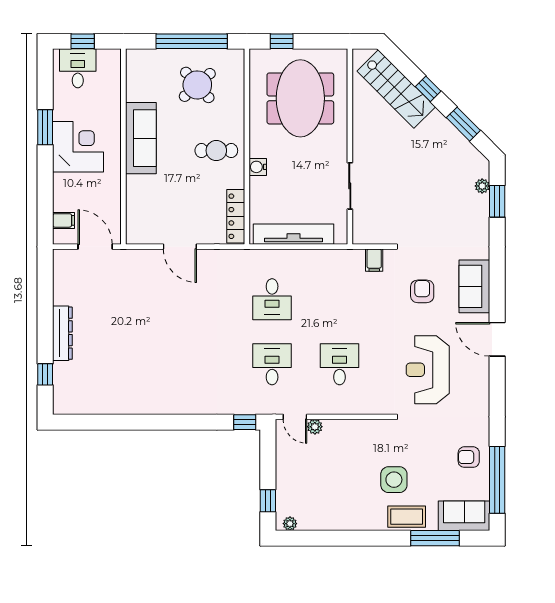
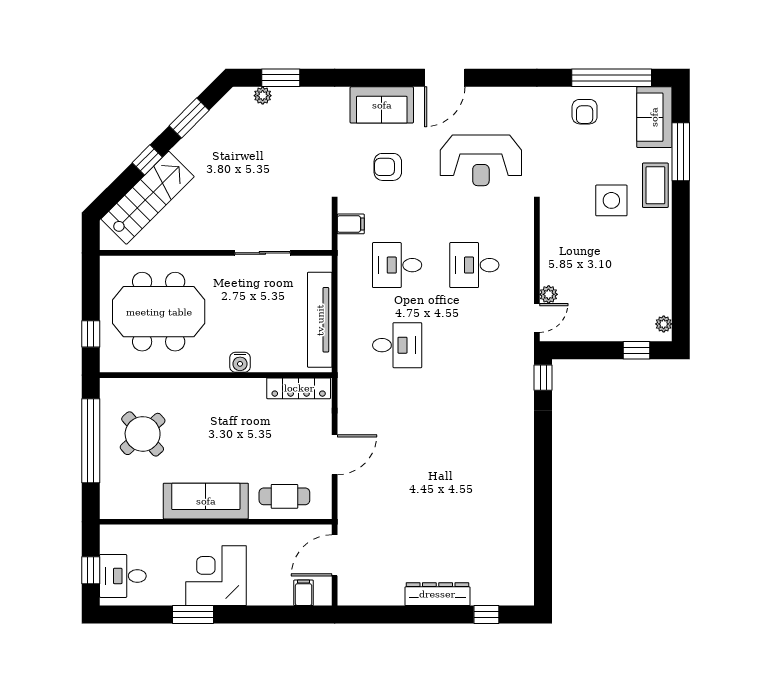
cafe table: (216, 151) -> (284, 496), moved, turned 90
desk: (272, 364) -> (397, 265), moved

